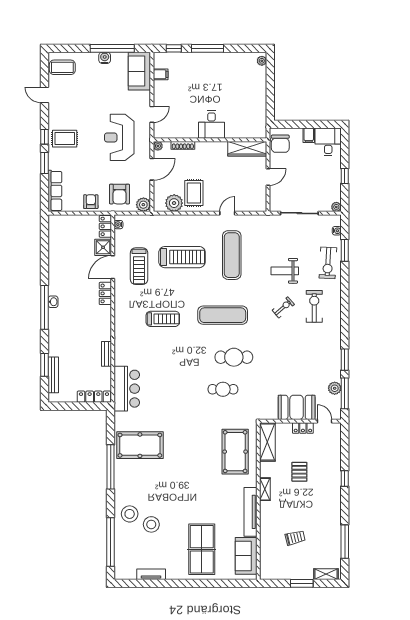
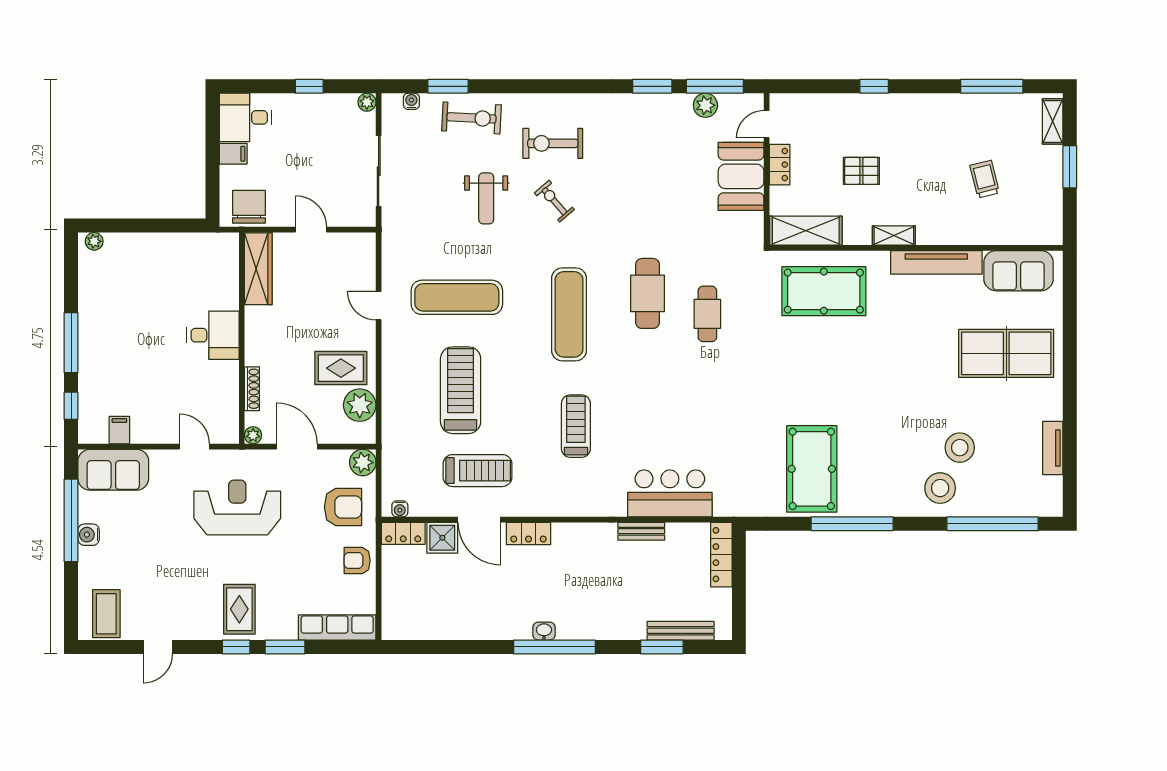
reception desk: (119, 137) -> (237, 507), turned 180
chair: (280, 144) -> (249, 207), turned -90
bar counter: (127, 389) -> (670, 493), moved

